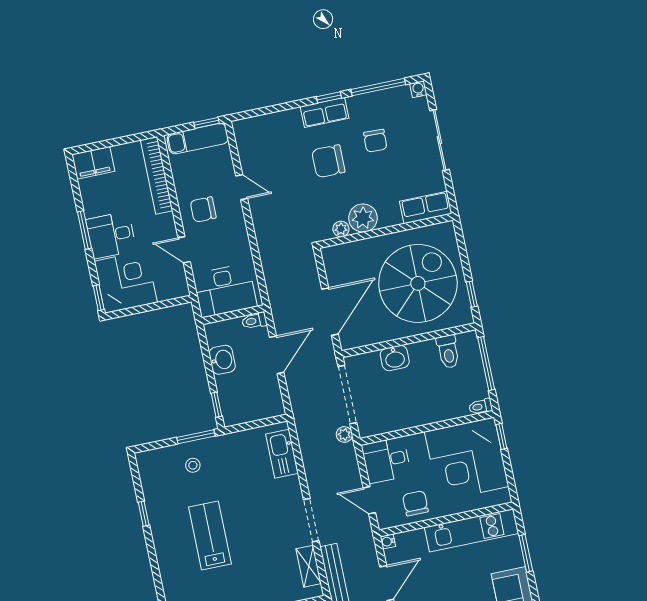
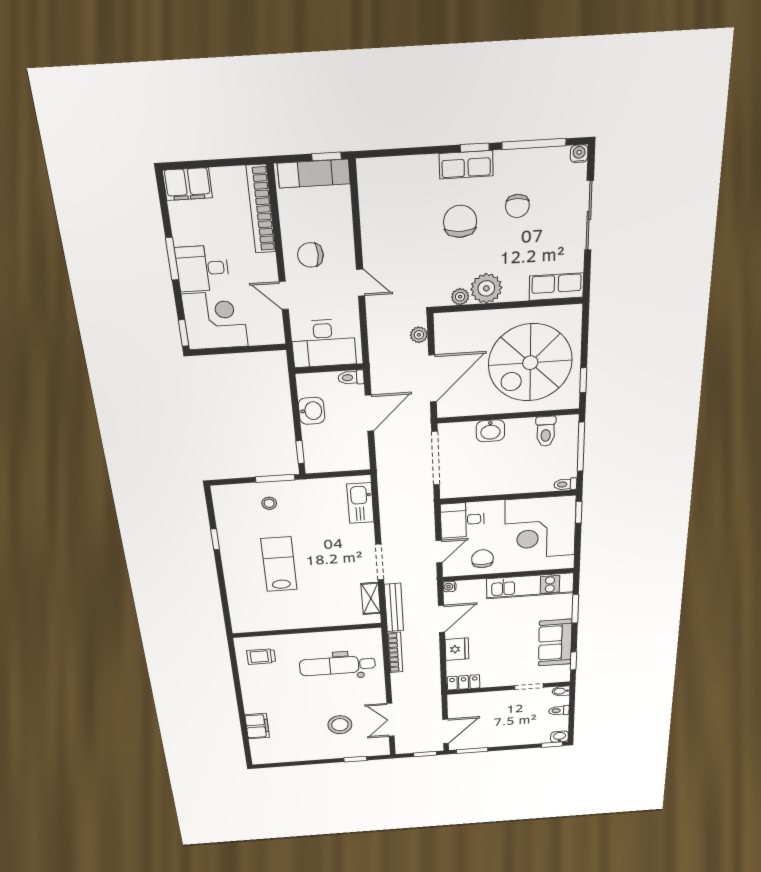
chair: (328, 161) -> (460, 221), turned 90
door: (242, 187) -> (361, 283), moved
spiral stairs: (418, 283) -> (530, 363), turned 180
plant: (344, 434) -> (419, 335), moved
door: (369, 500) -> (439, 552), swing flipped

